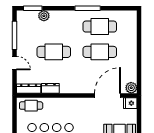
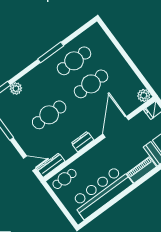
door: (14, 63) -> (30, 163), moved
dresser: (50, 88) -> (82, 142), moved
door: (107, 95) -> (116, 127), moved

